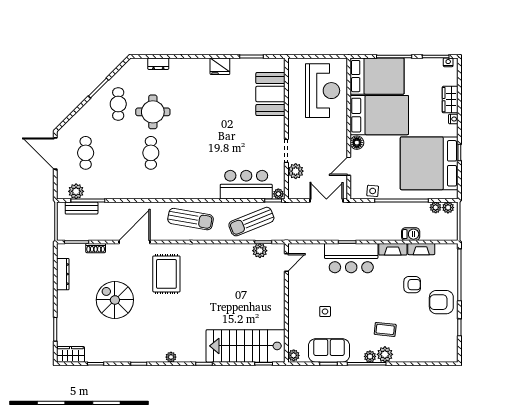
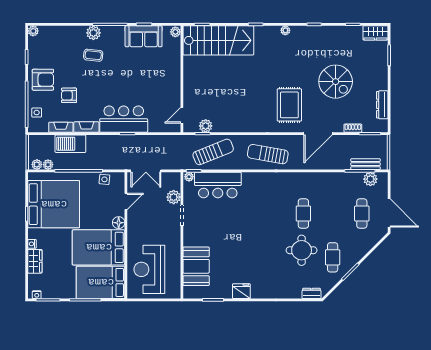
dresser: (158, 64) -> (311, 293), moved
barbecue: (411, 234) -> (70, 144), width x1.88, depth x1.53
side table: (325, 311) -> (37, 113), moved
plant: (370, 356) -> (33, 31), moved

